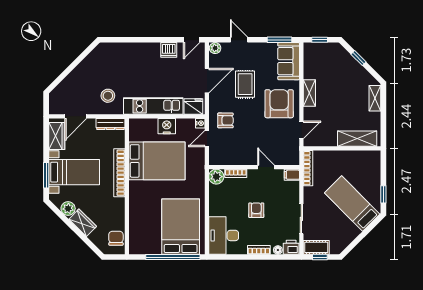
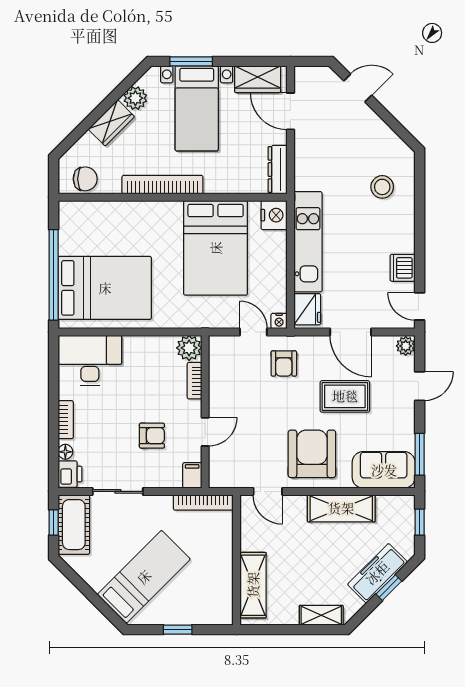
freezer: (350, 65) -> (377, 573), added
door: (62, 77) -> (358, 88), added
shelving: (309, 93) -> (341, 508), width x1.50, depth x1.33
stool: (108, 96) -> (382, 187), moved
armchair: (279, 104) -> (312, 454), turned -90
nightstand: (167, 126) -> (274, 215), moved
bookcase: (119, 173) -> (162, 185), moved
window: (383, 194) -> (178, 630), moved
armchair: (256, 210) -> (152, 436), moved
cot: (316, 247) -> (74, 525), width x1.37, depth x1.34

